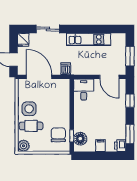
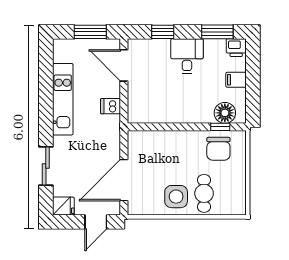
dishwasher: (66, 69) -> (111, 106), moved
door: (109, 77) -> (124, 65), swing flipped
desk: (84, 90) -> (187, 56), moved, turned 90
chair: (58, 135) -> (218, 149), turned -90
plant: (24, 146) -> (237, 206), removed

